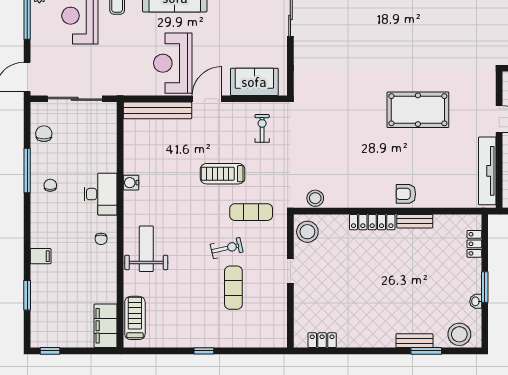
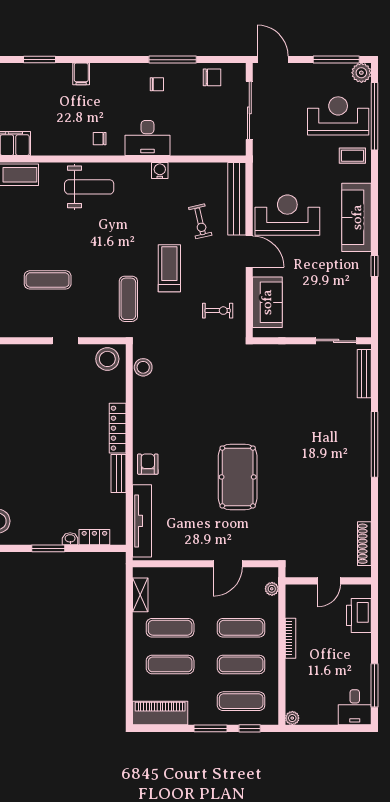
tv unit: (487, 171) -> (142, 521), moved, turned 90
exercise bike: (227, 248) -> (200, 221), moved
washbasin: (476, 301) -> (70, 539), moved

